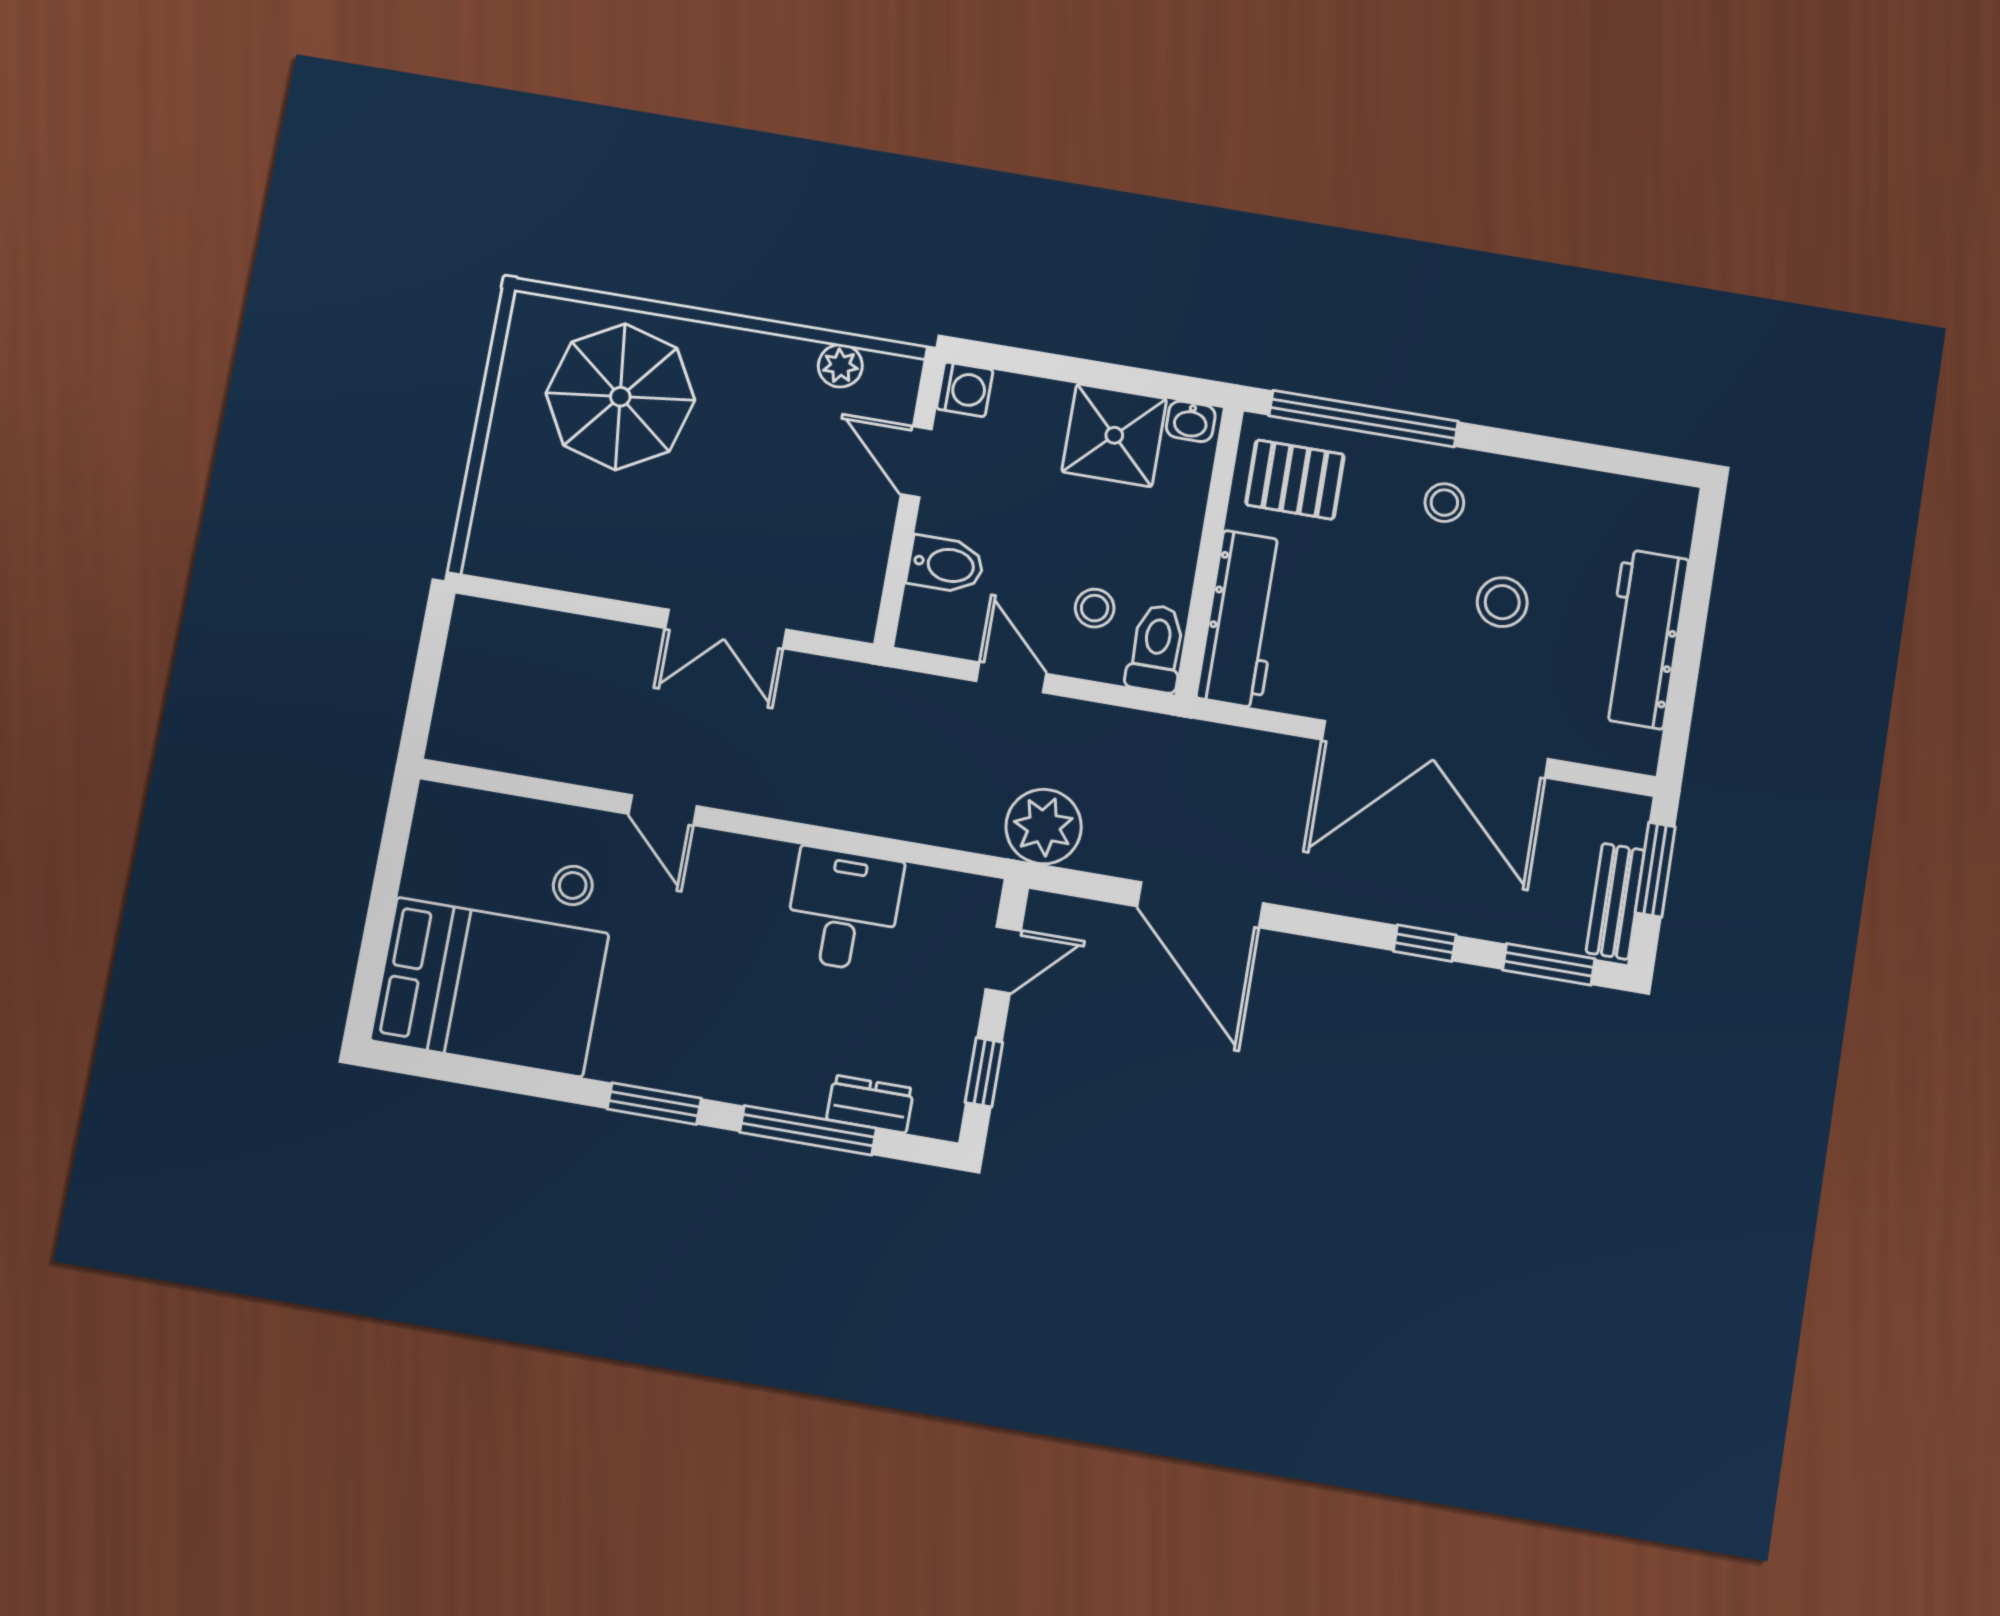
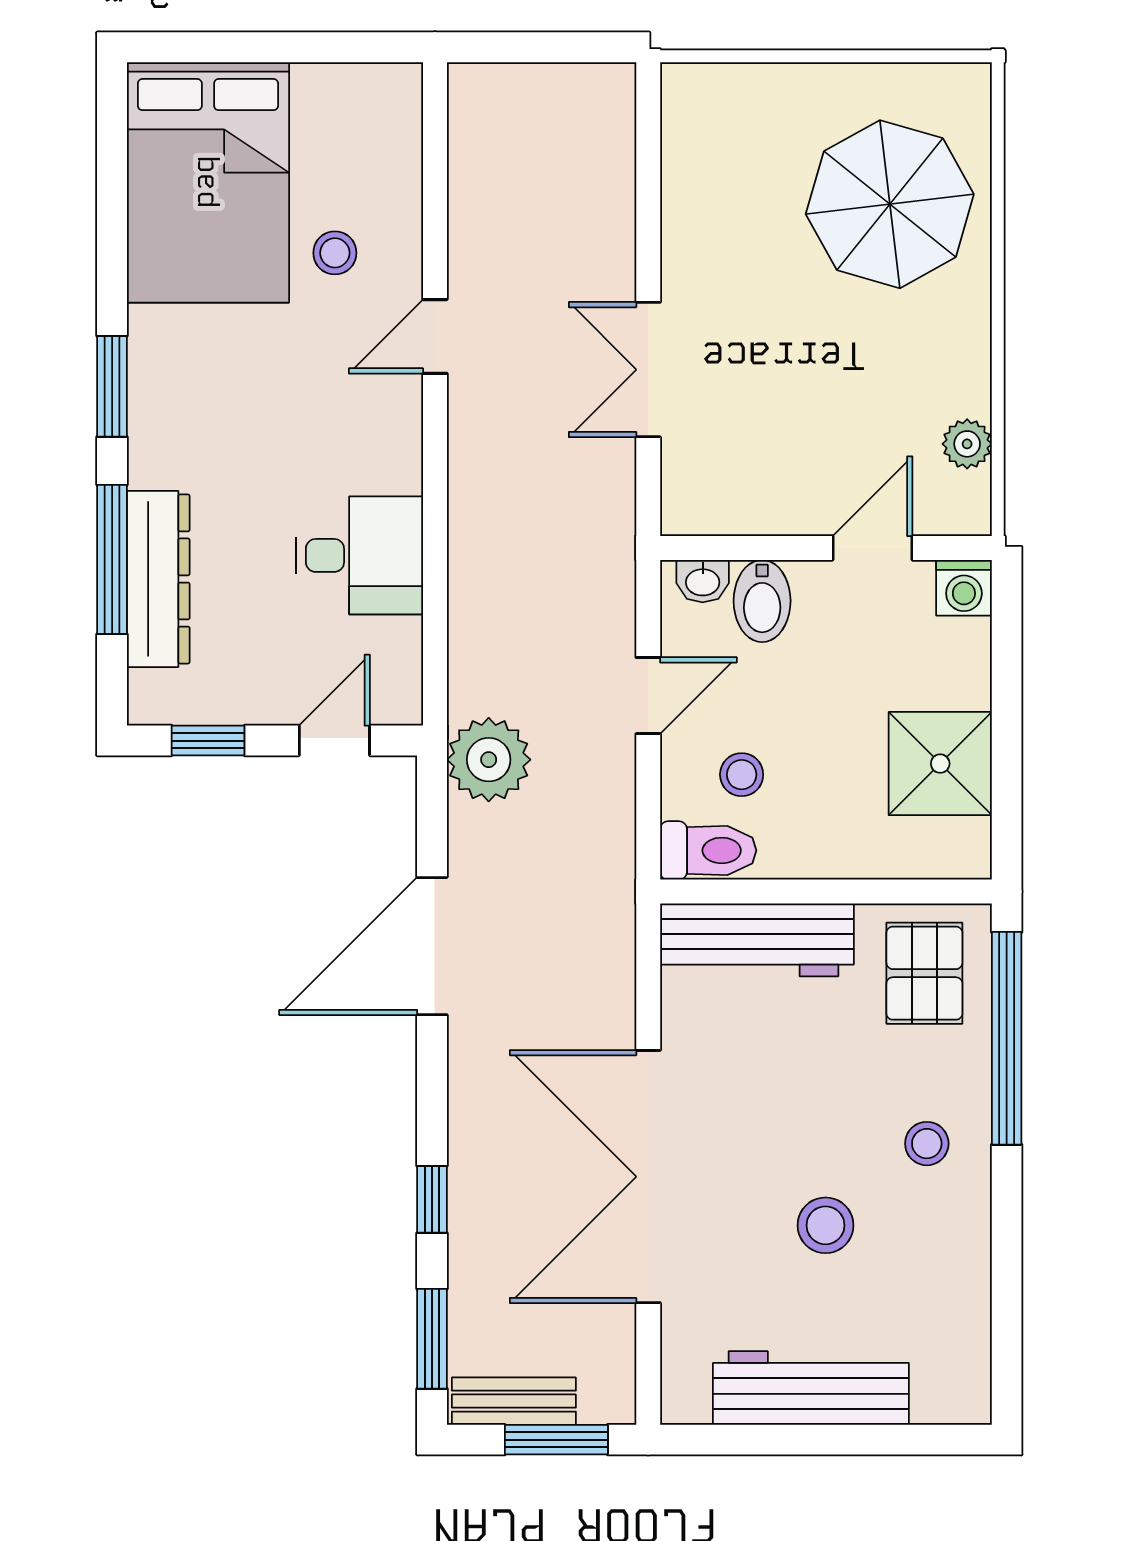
washbasin: (1191, 421) -> (703, 581), moved, turned -90
door: (1003, 960) -> (334, 741), swing flipped
dresser: (870, 1104) -> (158, 579), width x1.96, depth x1.24

